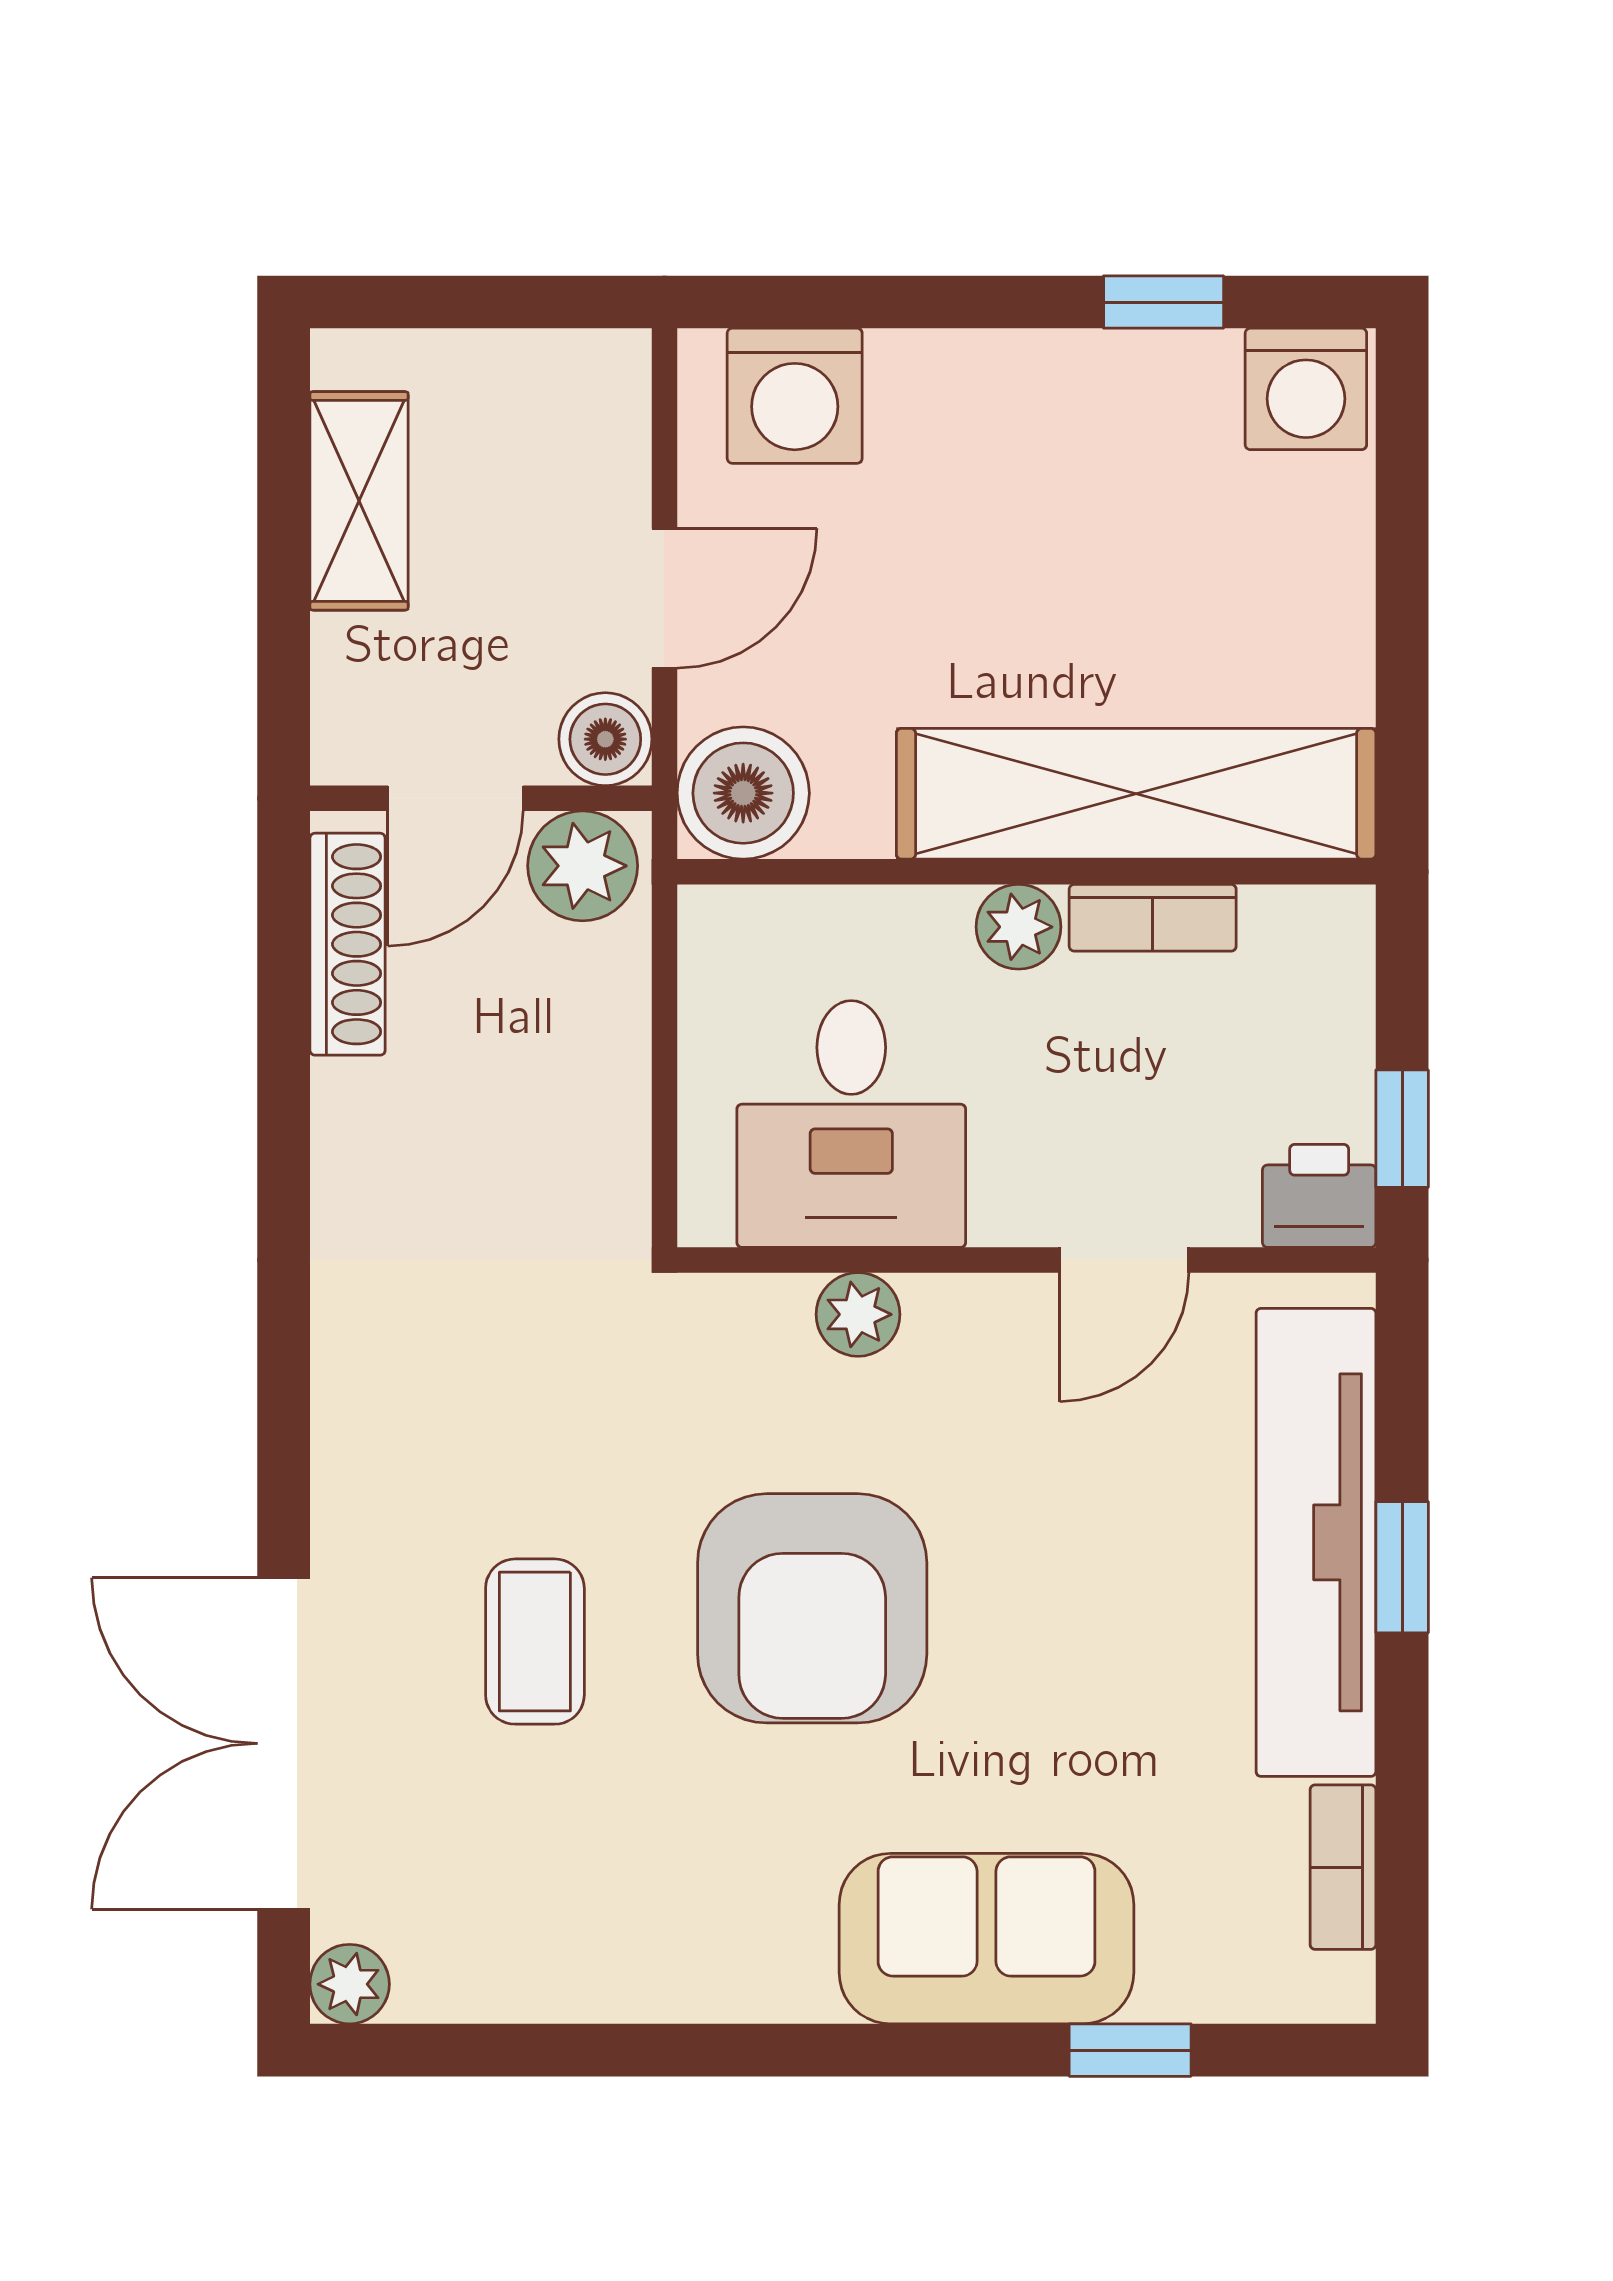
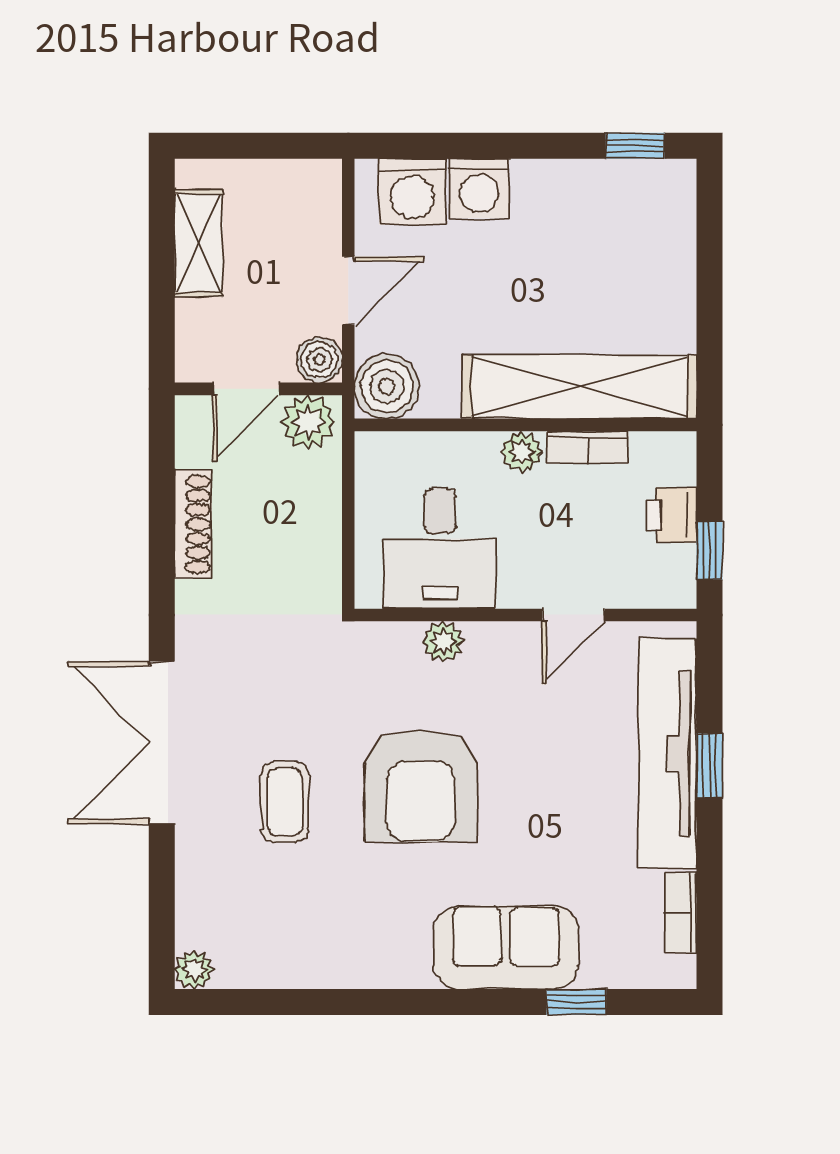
window: (1164, 302) -> (635, 146), moved
washing machine: (1306, 389) -> (479, 188), moved
shoe rack: (348, 944) -> (193, 524), moved
printer: (1319, 1196) -> (671, 515), moved, turned -90
double door: (284, 1743) -> (162, 742), moved

